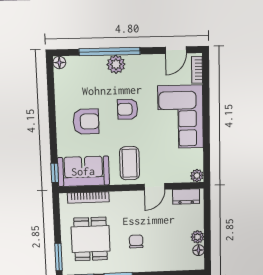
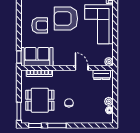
armchair: (128, 109) -> (66, 19), width x1.88, depth x1.88
coffee table: (130, 163) -> (66, 52), removed
door: (154, 187) -> (82, 68), swing flipped
dining table: (91, 239) -> (40, 100), turned 90

